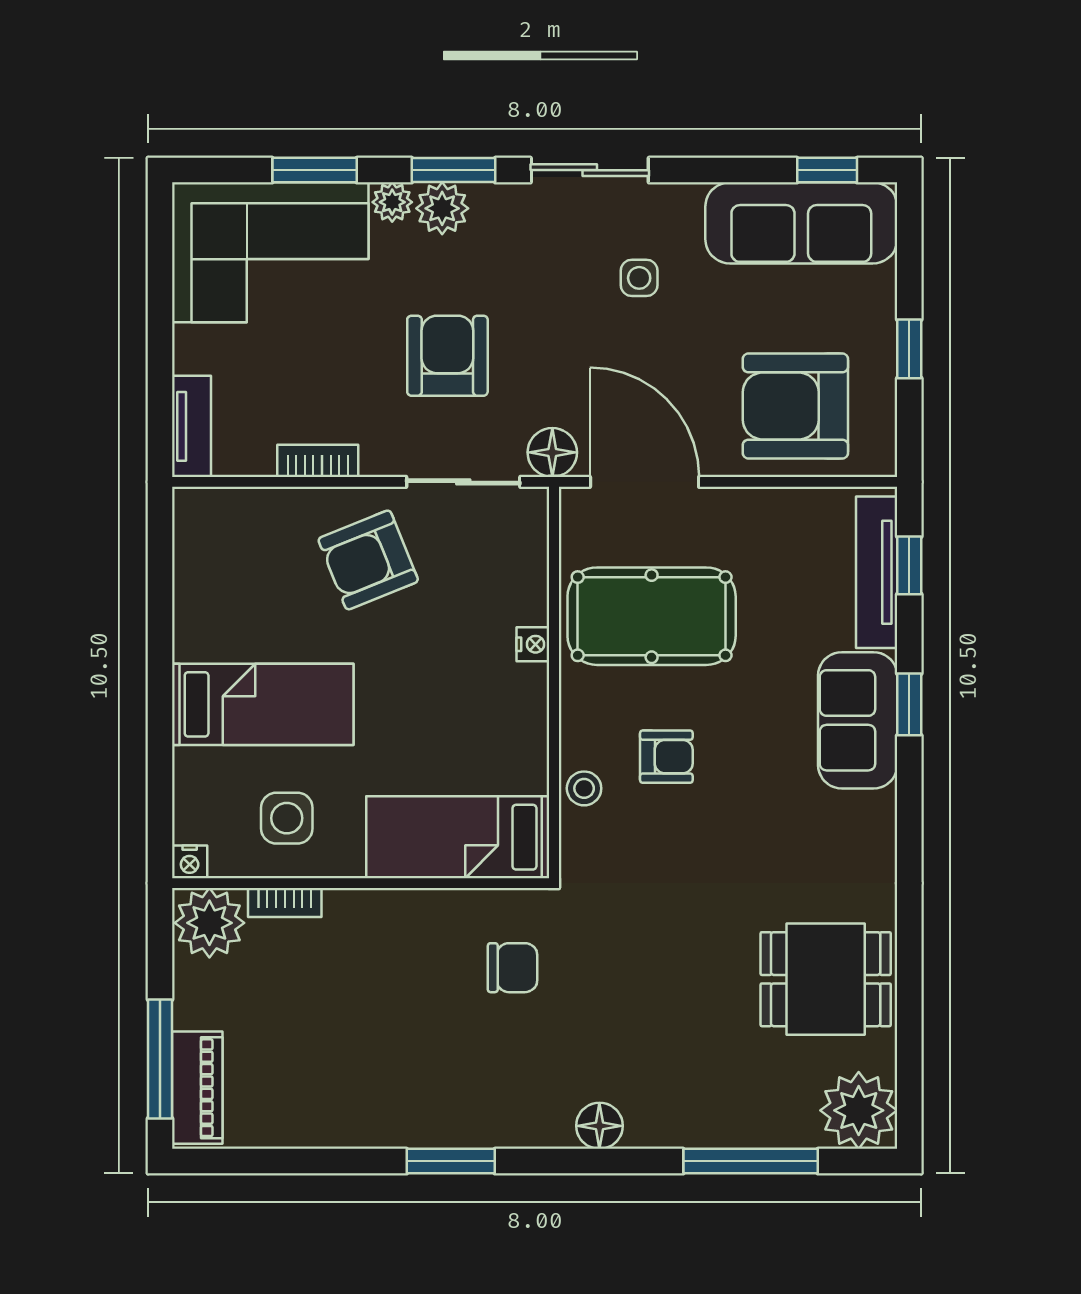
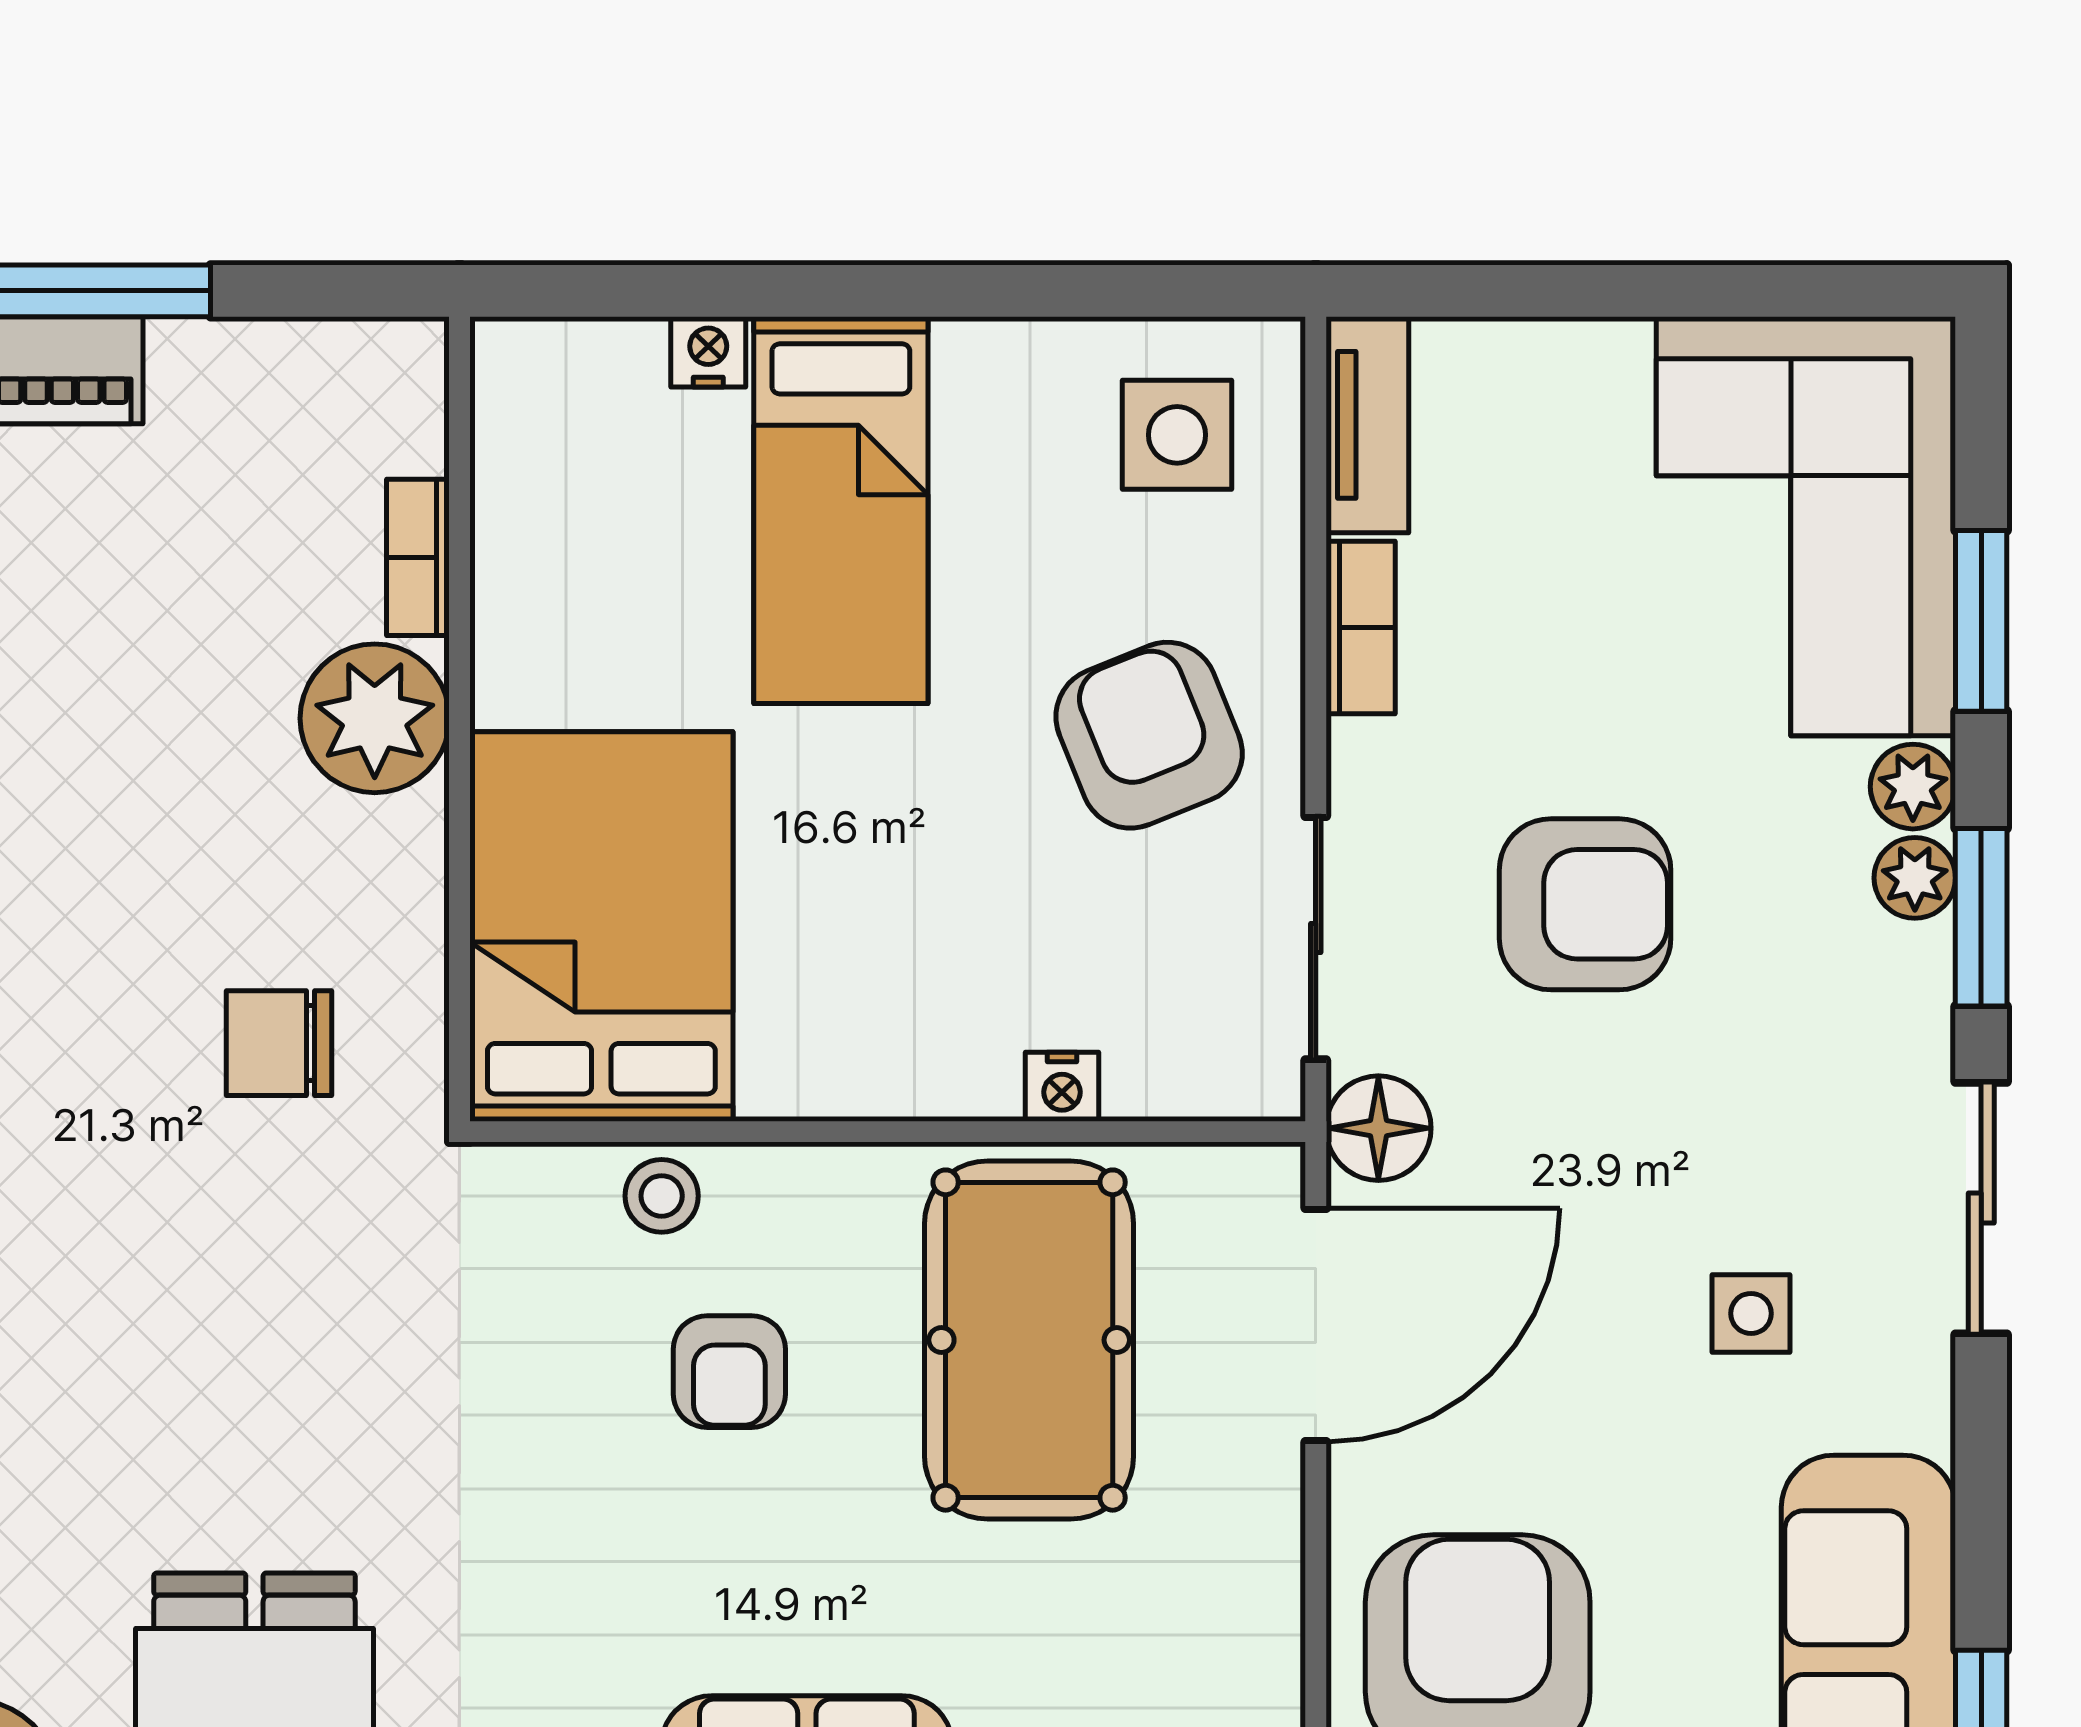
plant: (442, 208) -> (1915, 878), width x0.73, depth x0.73
tv unit: (191, 426) -> (1367, 425), moved, turned -90
nightstand: (533, 644) -> (1062, 1087), moved
side table: (287, 818) -> (1177, 435), moved
bed: (458, 837) -> (601, 926), width x1.50
nightstand: (190, 862) -> (708, 352), moved, turned 90
plant: (209, 923) -> (375, 718), moved
chair: (512, 968) -> (279, 1043), turned 90

